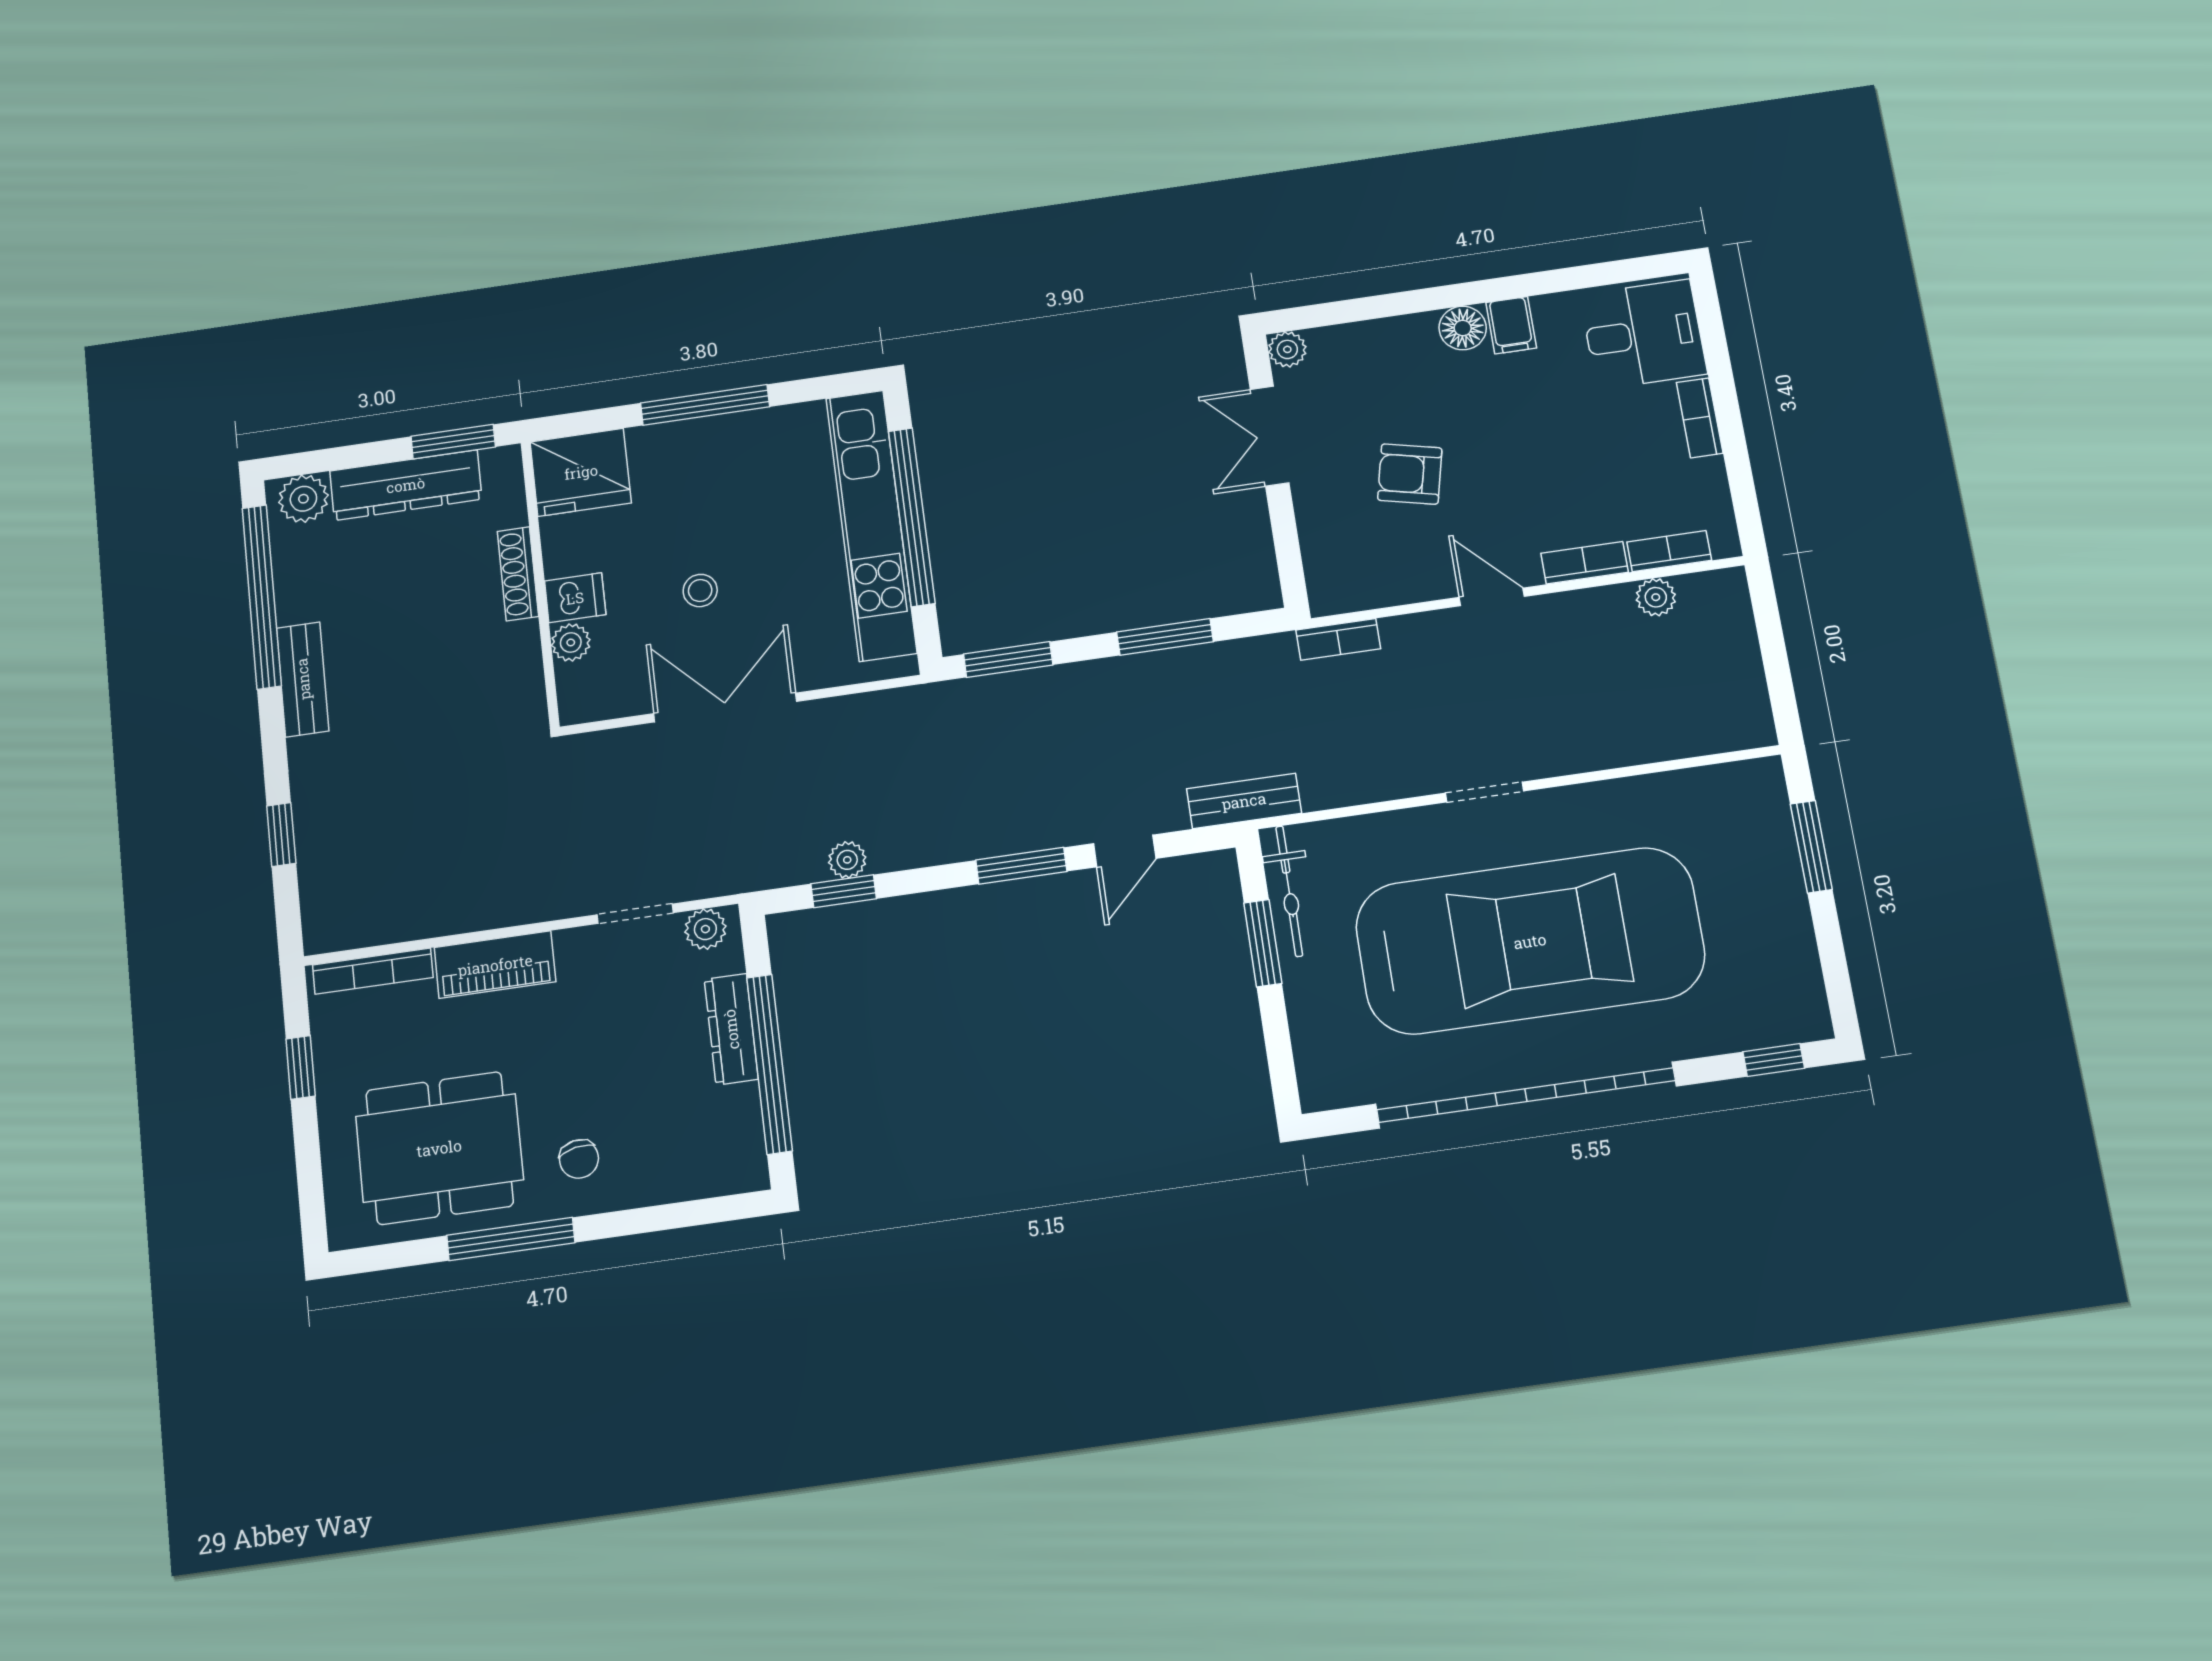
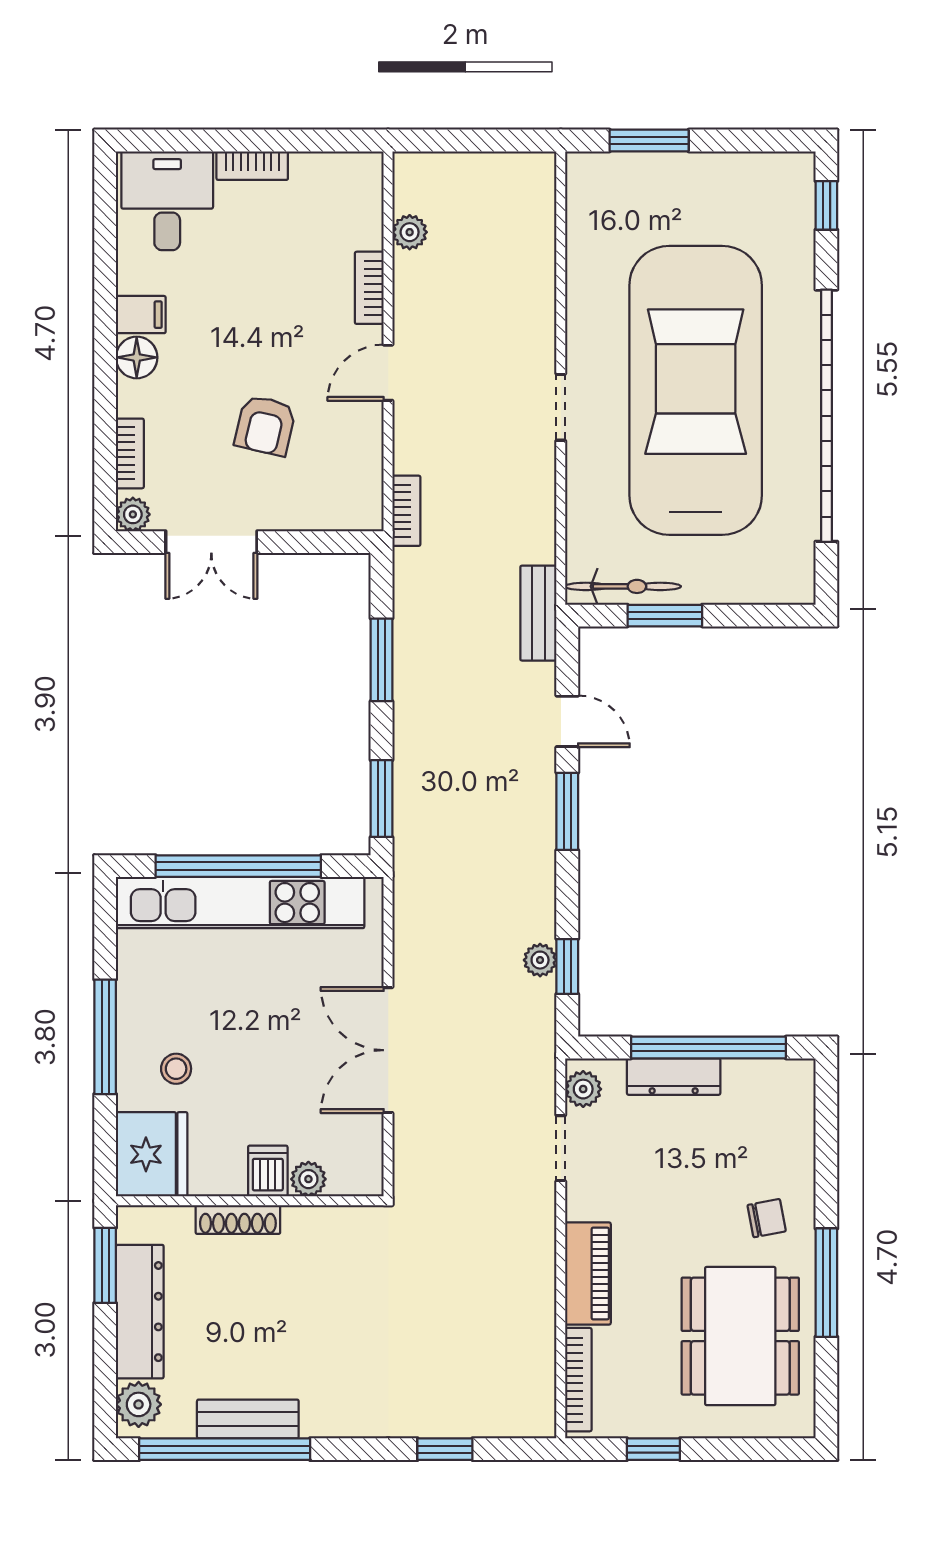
bookcase: (1669, 551) -> (130, 453), moved, turned 180
stool: (700, 590) -> (176, 1069), moved
bench: (303, 679) -> (248, 1419), moved

